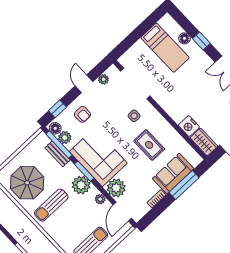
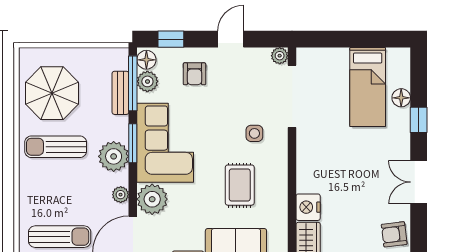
plant: (103, 79) -> (280, 56), moved

